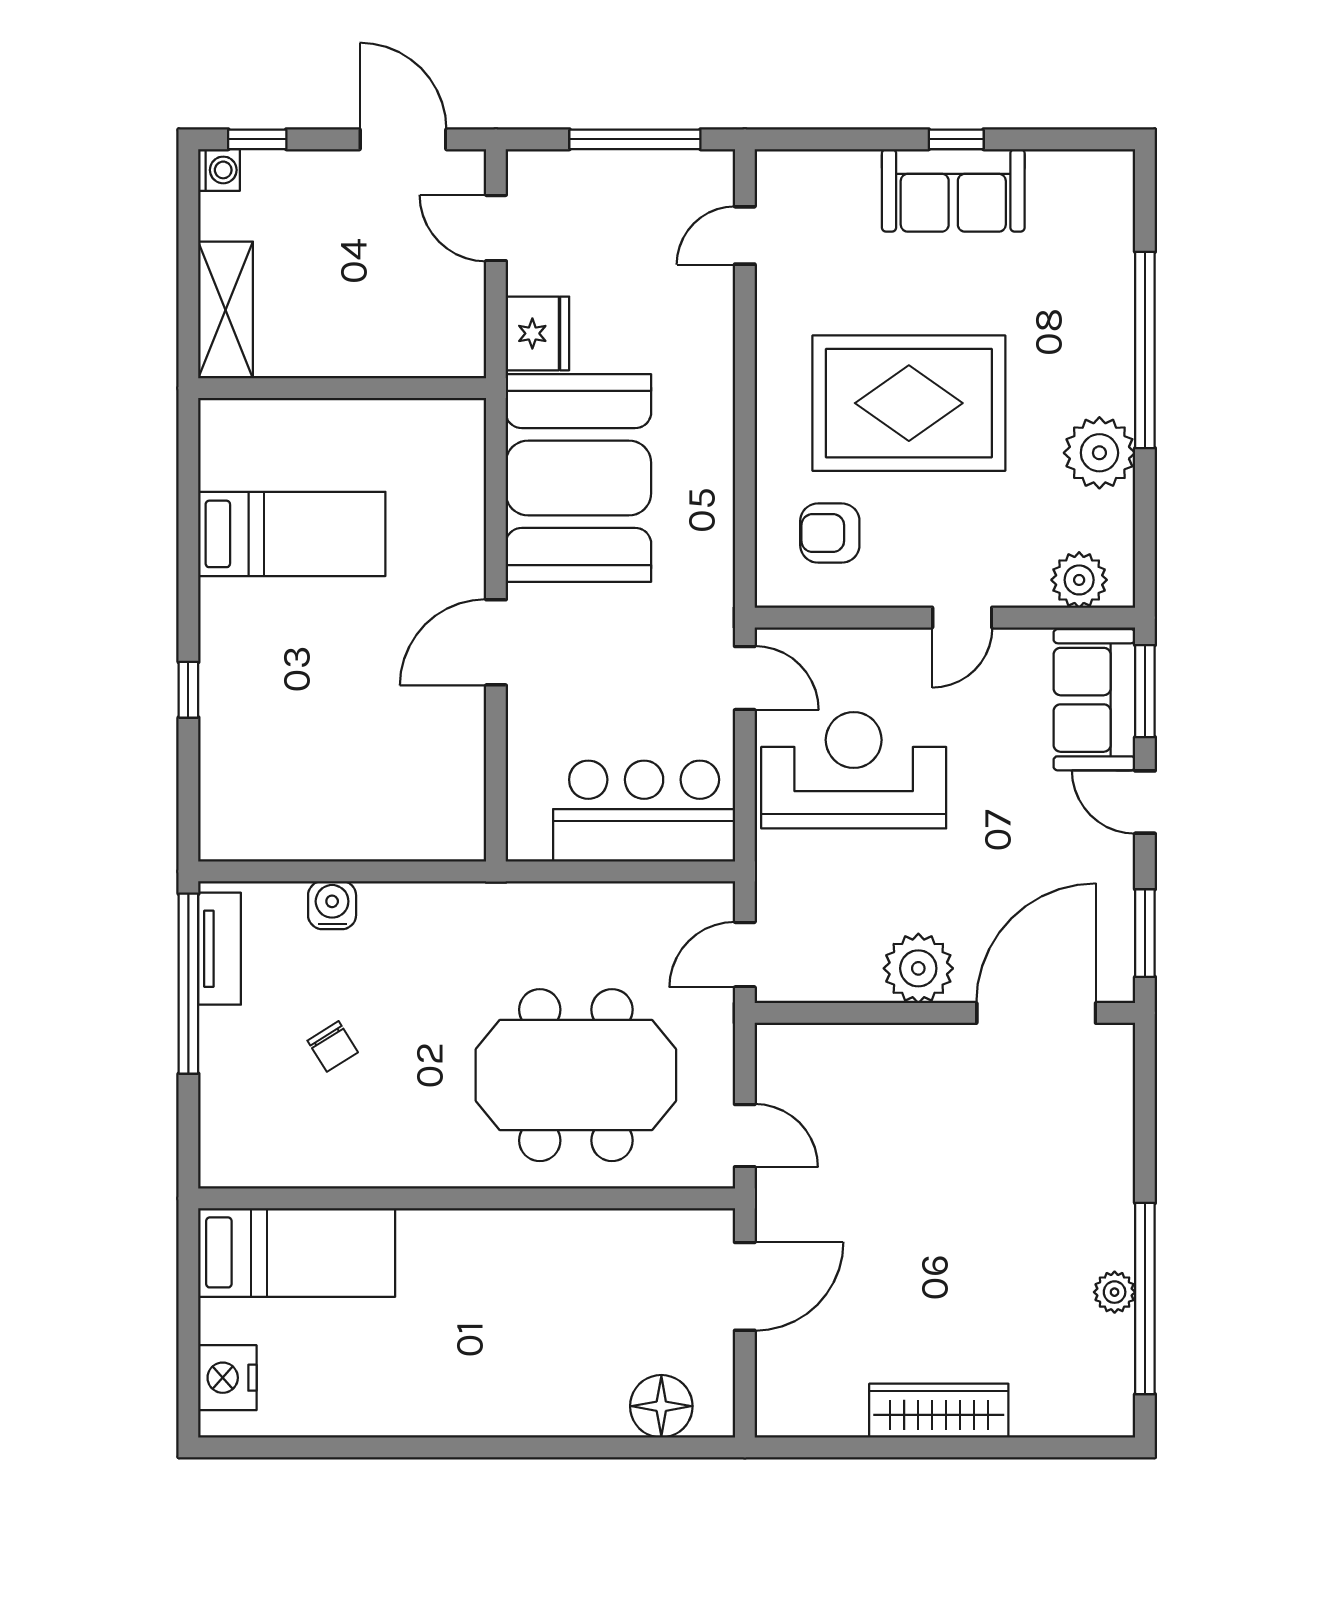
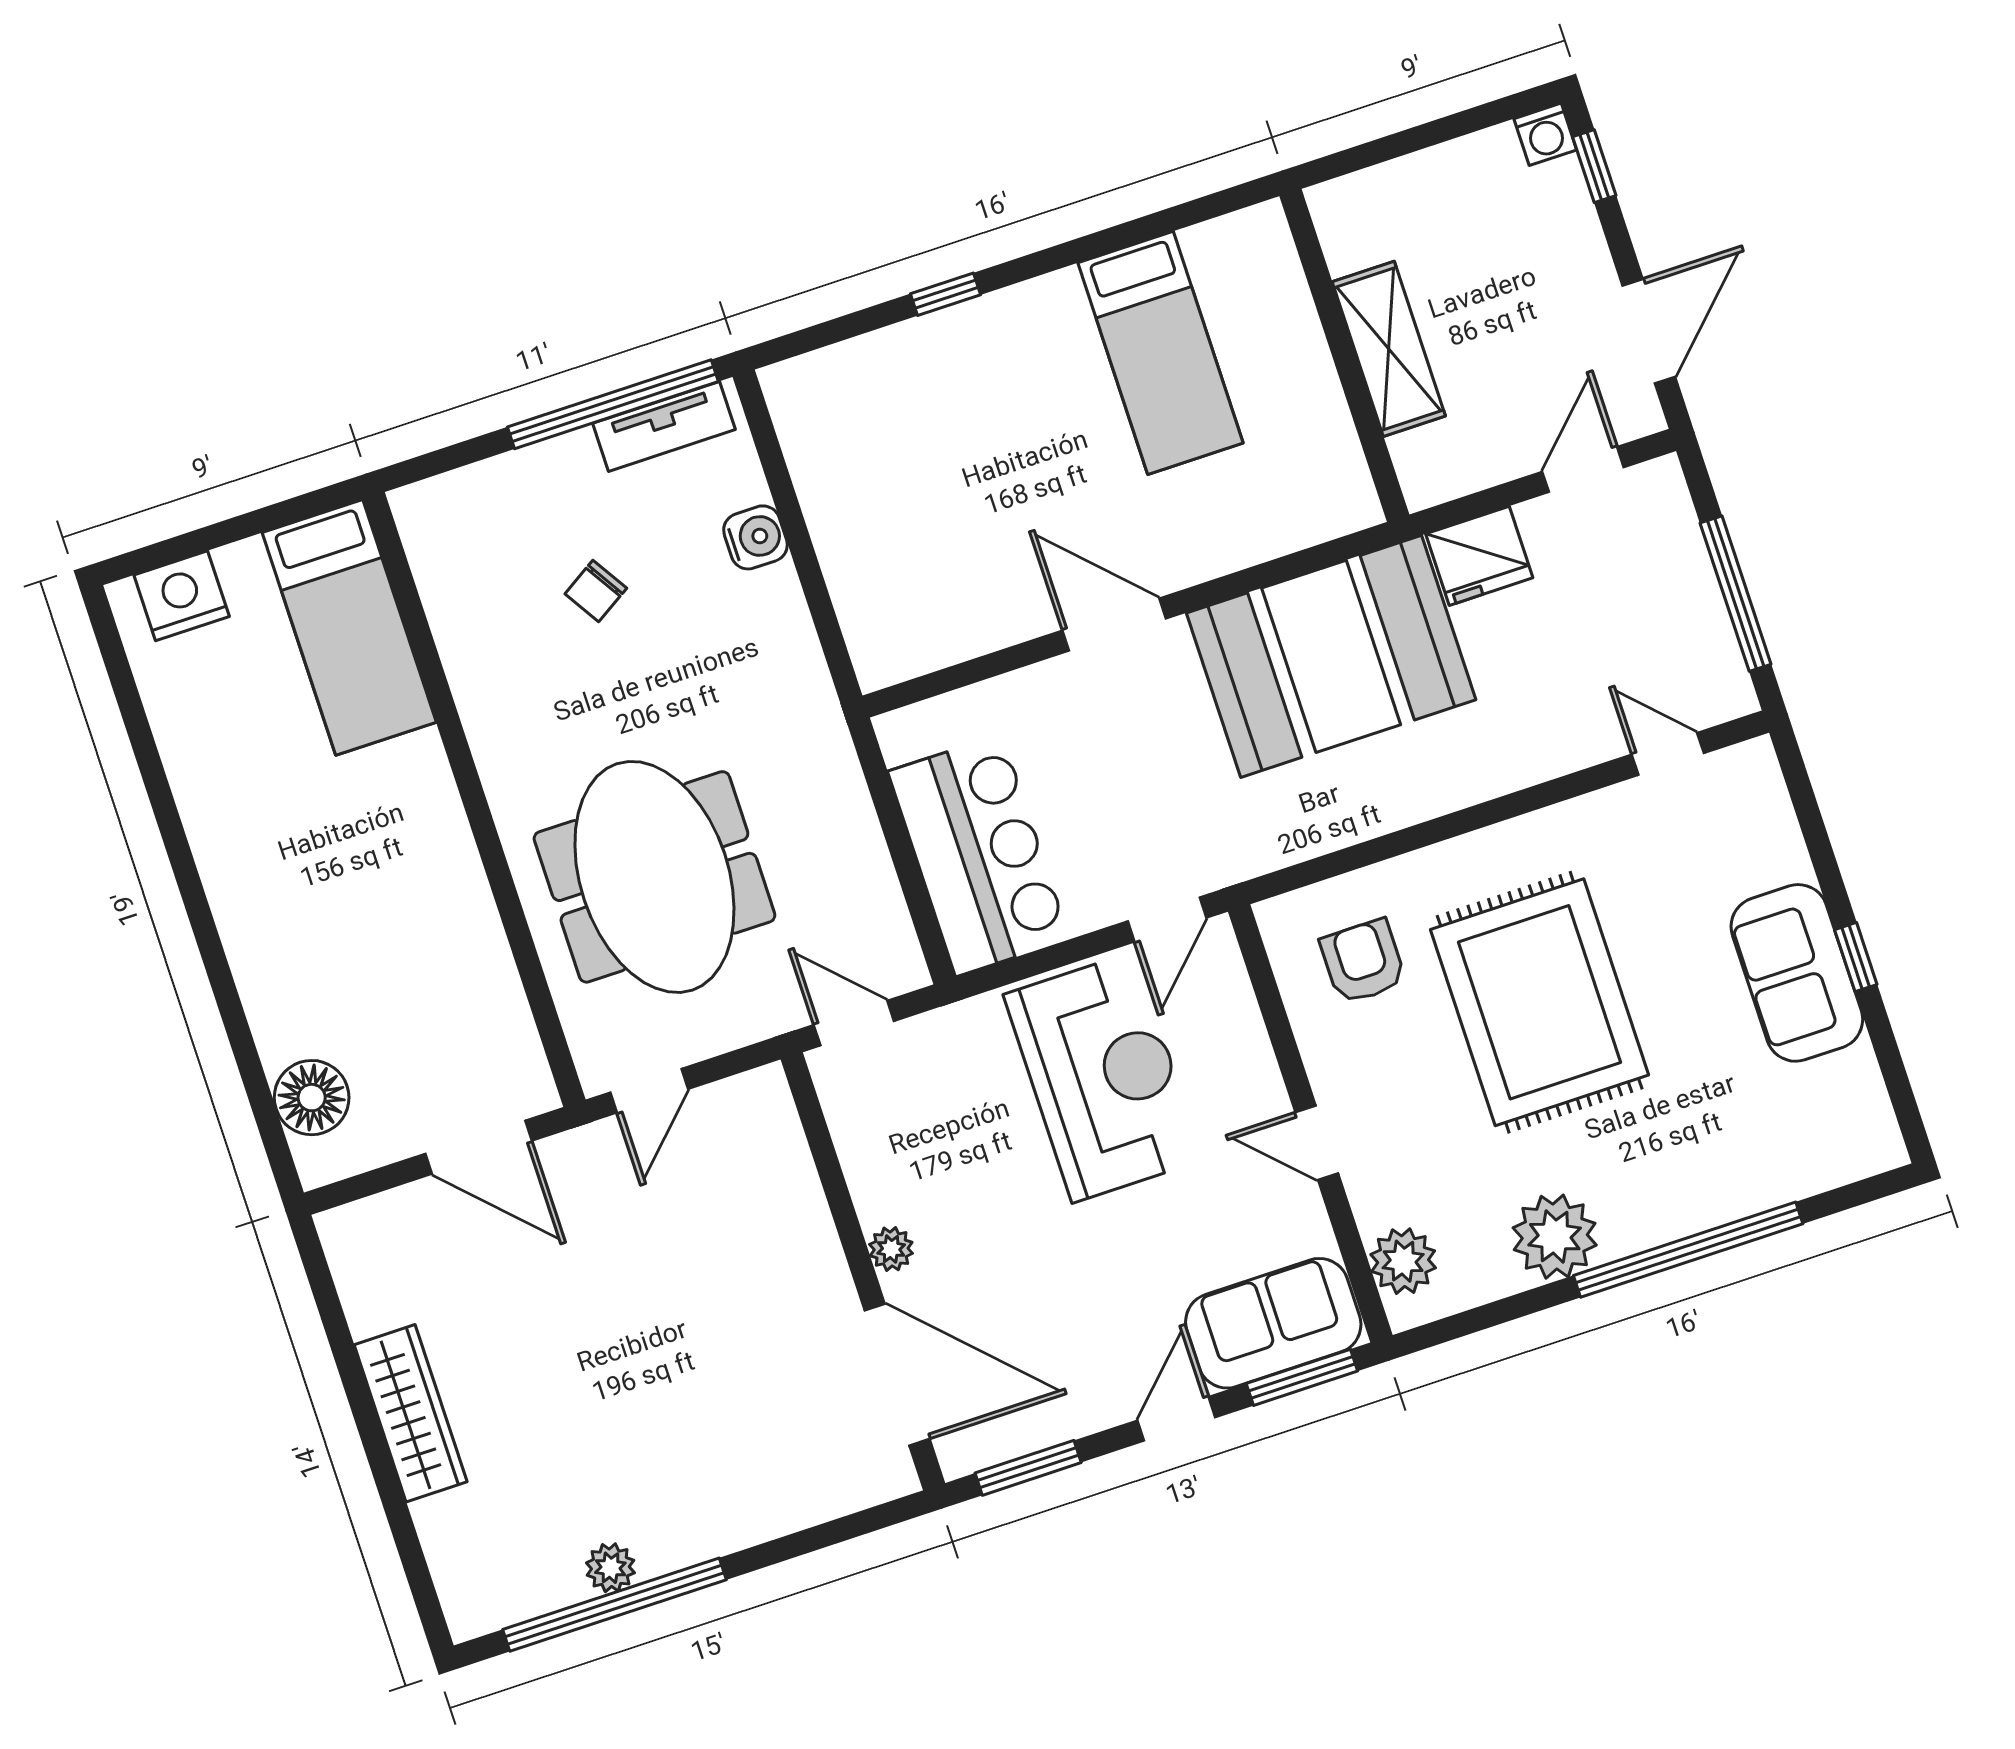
shelving: (226, 310) -> (1389, 349), moved, turned 90
plant: (918, 968) -> (891, 1249), width x0.53, depth x0.53

